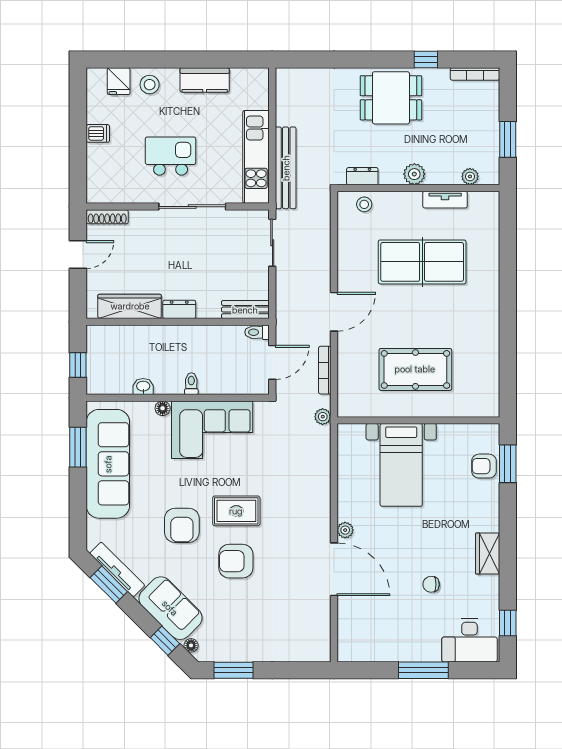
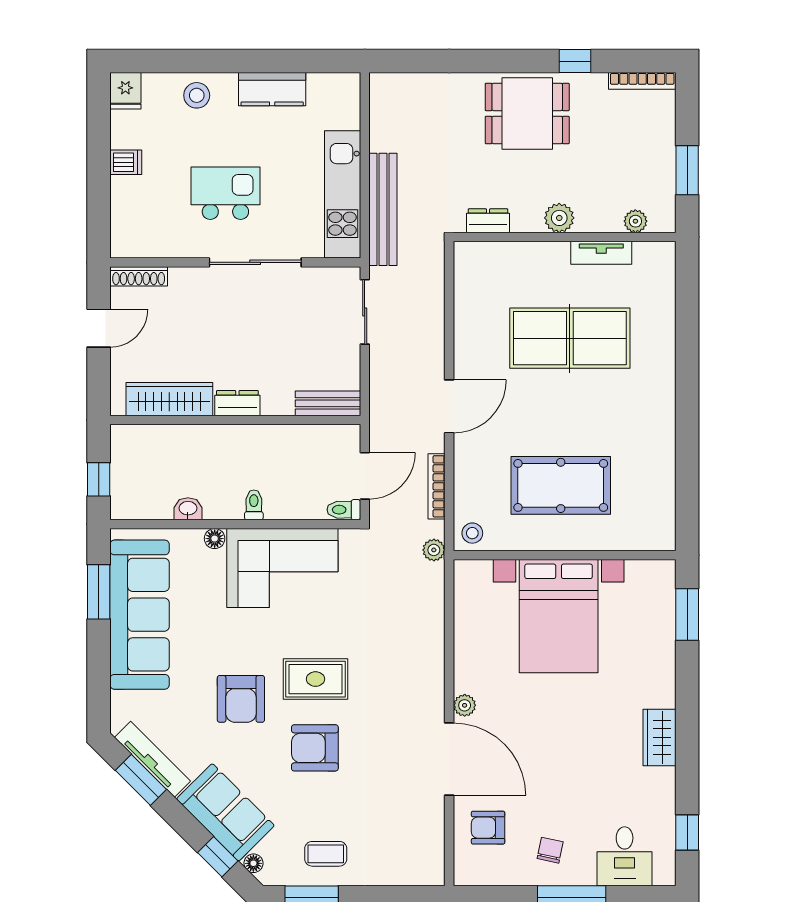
fridge: (119, 81) -> (125, 91), moved
stool: (364, 204) -> (472, 533), moved
toilet: (257, 332) -> (344, 510), moved
bed with nightstands: (401, 465) -> (559, 616), width x1.36
armchair: (484, 466) -> (488, 828), moved
chair: (431, 584) -> (550, 850), moved, turned 102
coffee table: (244, 638) -> (326, 854), added
desk: (469, 640) -> (625, 856), width x0.73

